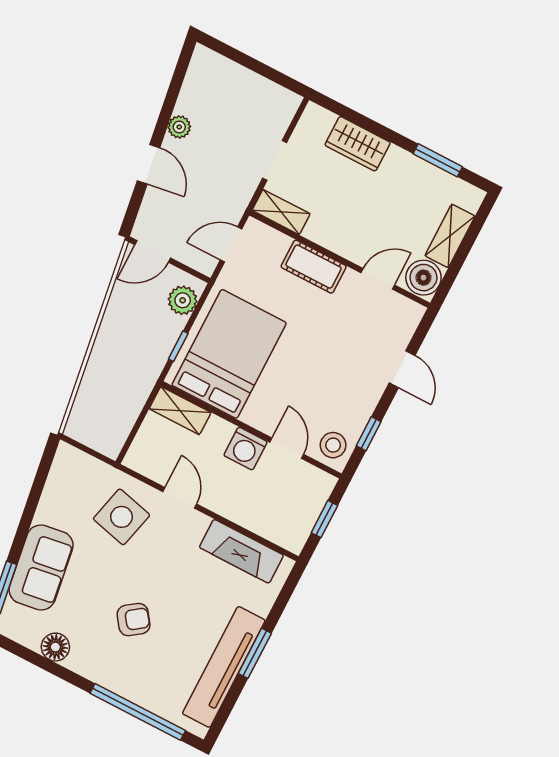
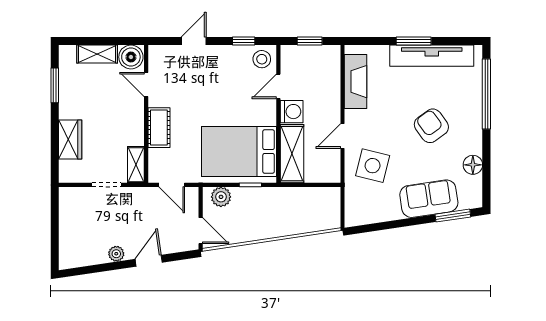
shelving: (180, 411) -> (292, 154), width x1.50, depth x1.33
armchair: (134, 620) -> (431, 126), width x1.38, depth x1.38

